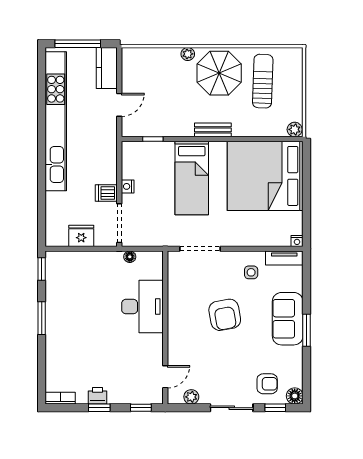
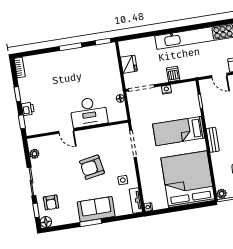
dishwasher: (106, 193) -> (173, 74), moved
door: (165, 377) -> (66, 131), moved
printer: (97, 396) -> (28, 109), moved

